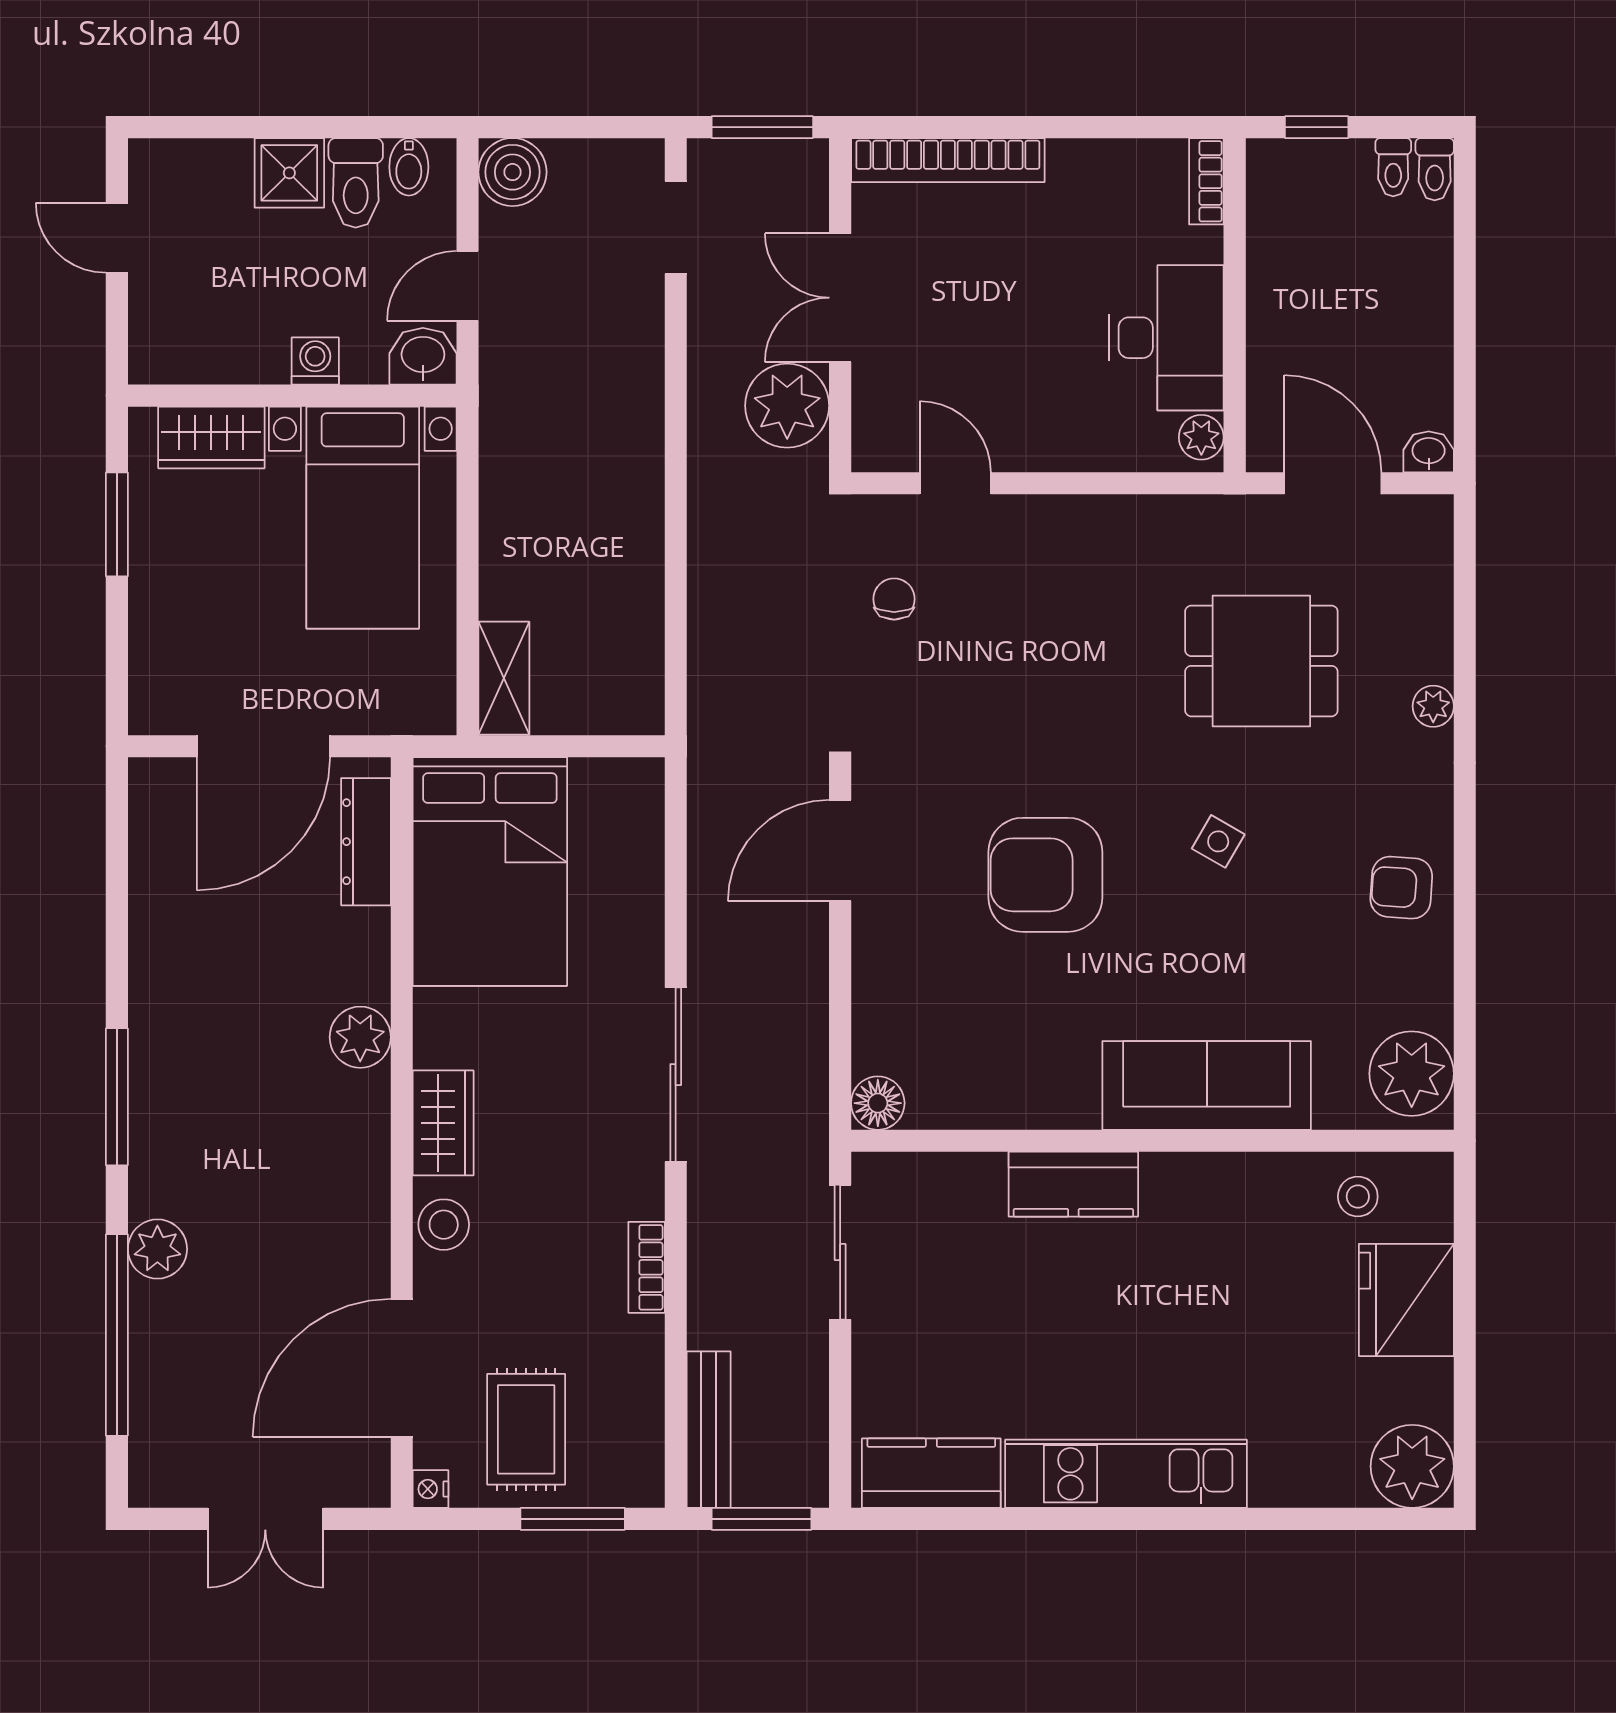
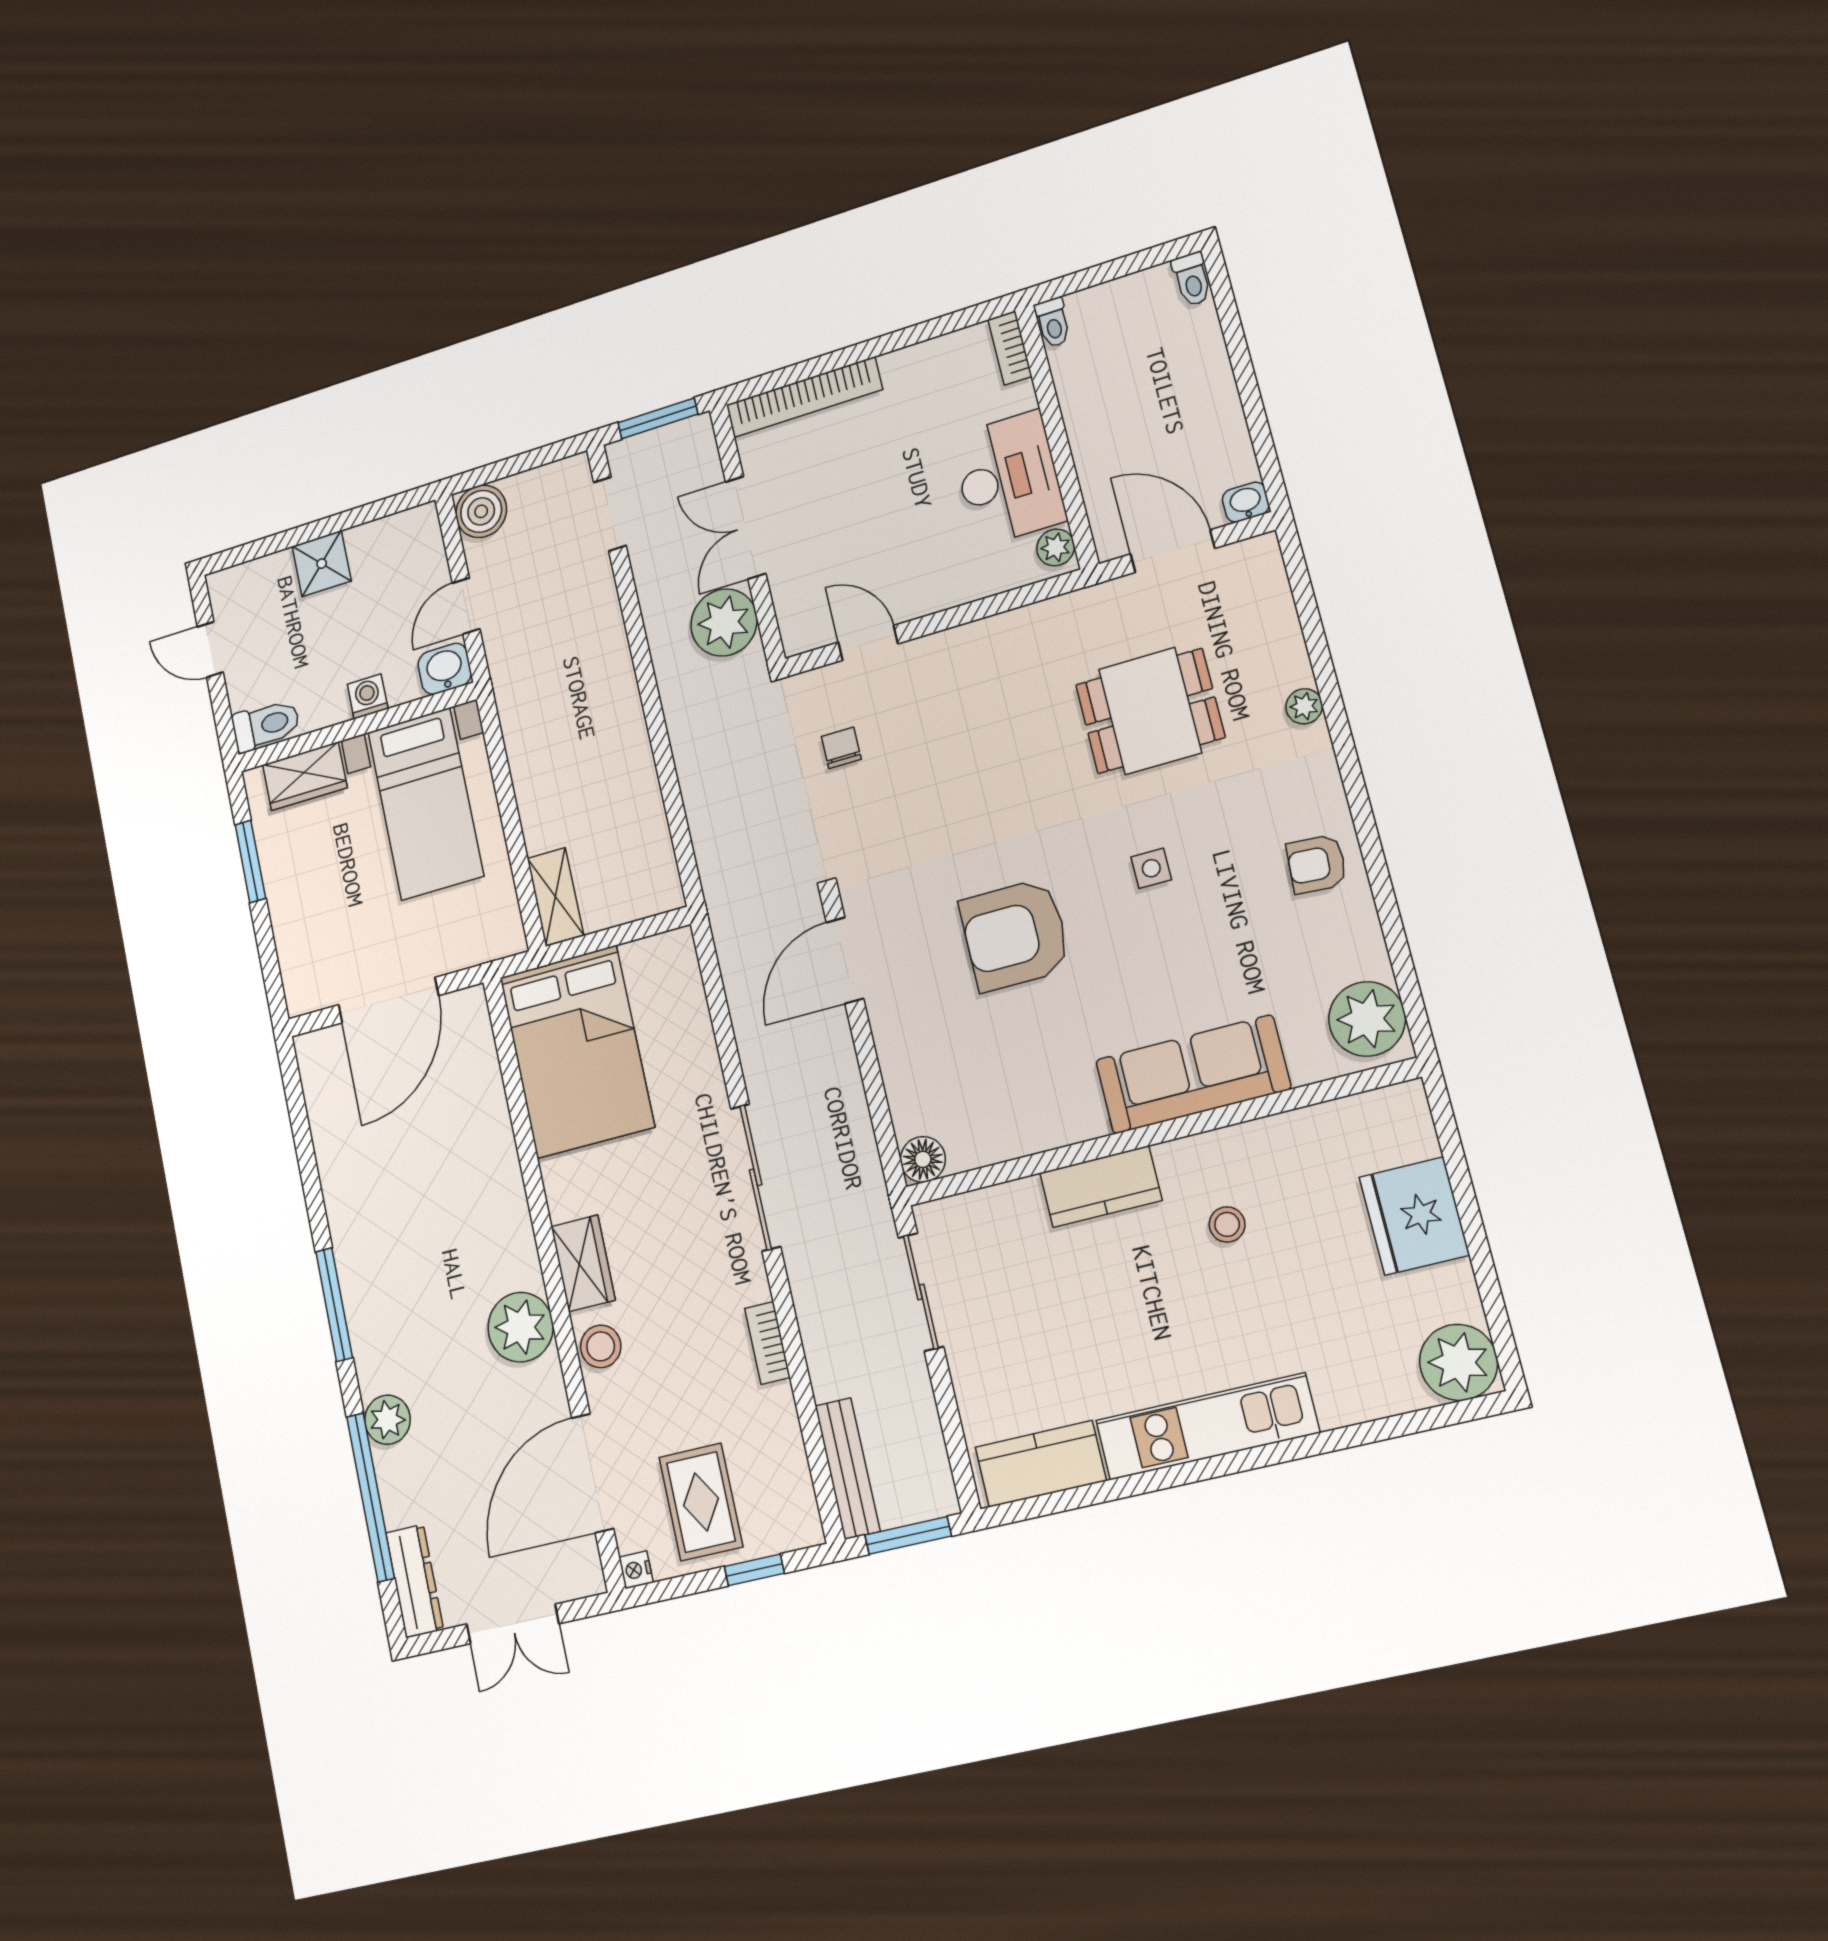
window: (1317, 127) -> (1088, 278), removed
bidet: (409, 167) -> (406, 532), removed
toilet: (1393, 167) -> (1053, 322), moved
toilet: (356, 183) -> (266, 725), moved, turned -90
side table: (1218, 841) -> (1151, 868), turned -30
dresser: (366, 842) -> (415, 1581), moved, turned 180
plant: (360, 1037) -> (521, 1327), moved, width x1.36, depth x1.36
stool: (1358, 1197) -> (1227, 1224), moved
window: (573, 1519) -> (754, 1570), width x0.67

